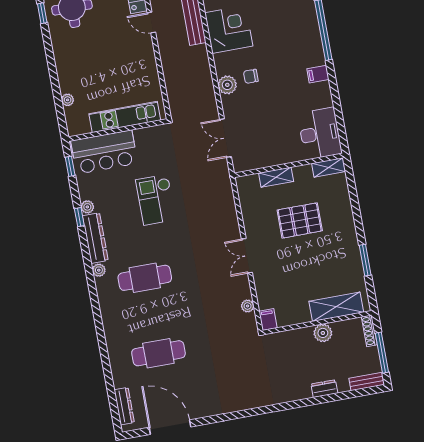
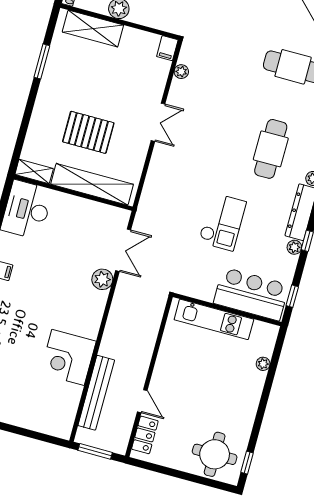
chair: (251, 76) -> (68, 300), removed
plant: (227, 85) -> (102, 279), moved
shelving: (276, 177) -> (92, 184), width x2.20, depth x1.33
cafe table: (145, 278) -> (271, 149), turned 90

